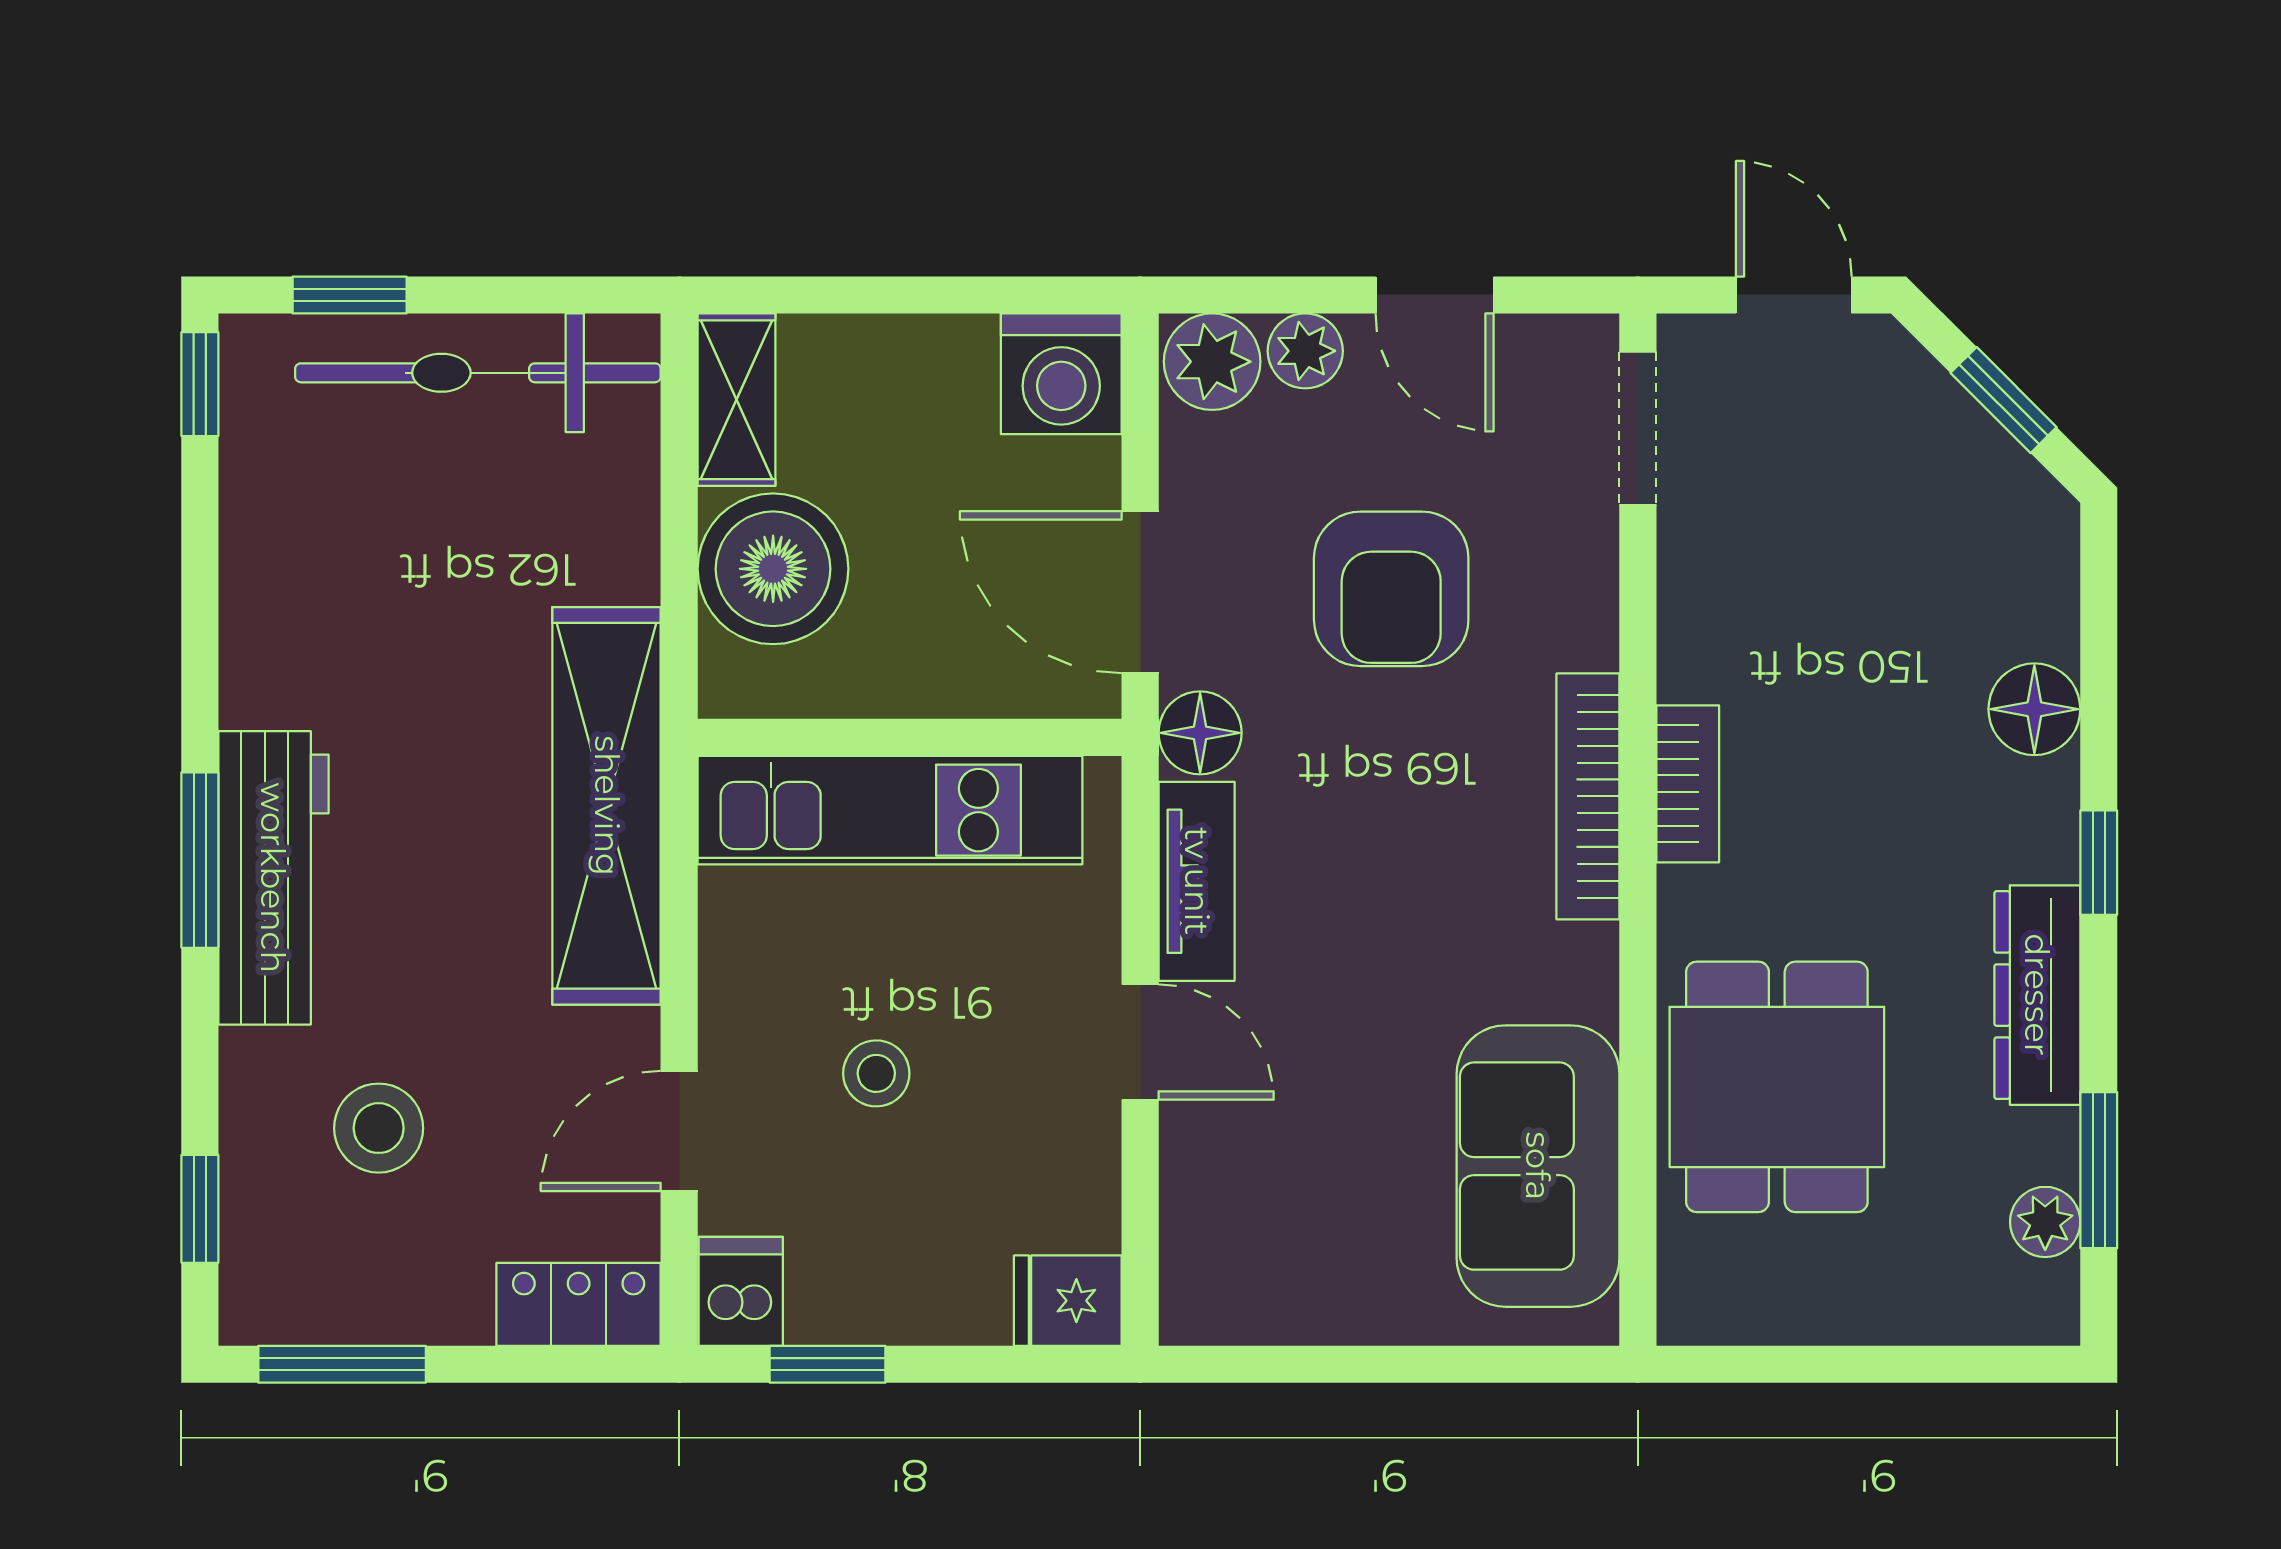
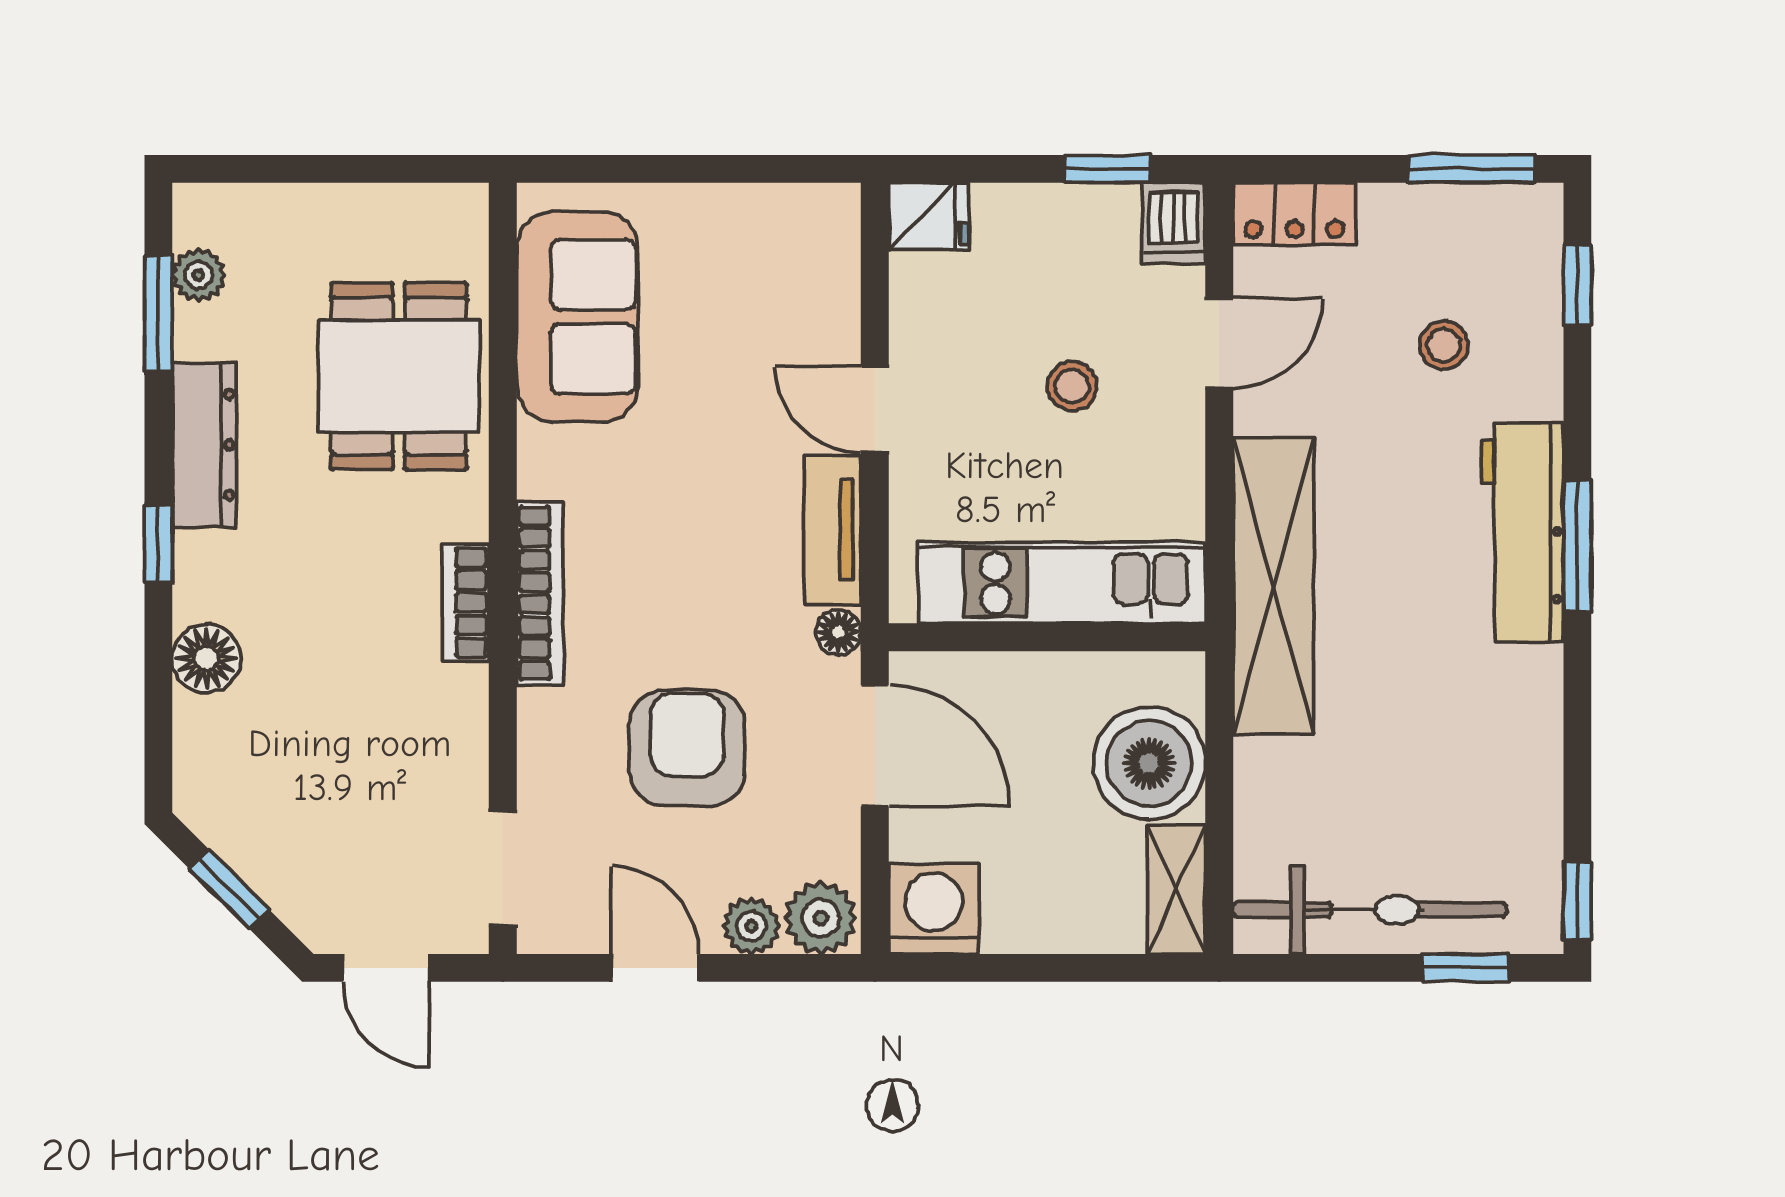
floor lamp: (1200, 733) -> (838, 632), width x0.73, depth x0.73
stool: (379, 1128) -> (1444, 345), width x0.73, depth x0.73

